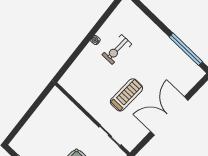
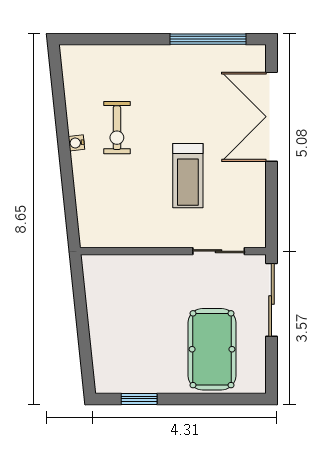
treadmill: (126, 95) -> (188, 176), turned 180
double door: (169, 116) -> (271, 117), moved

